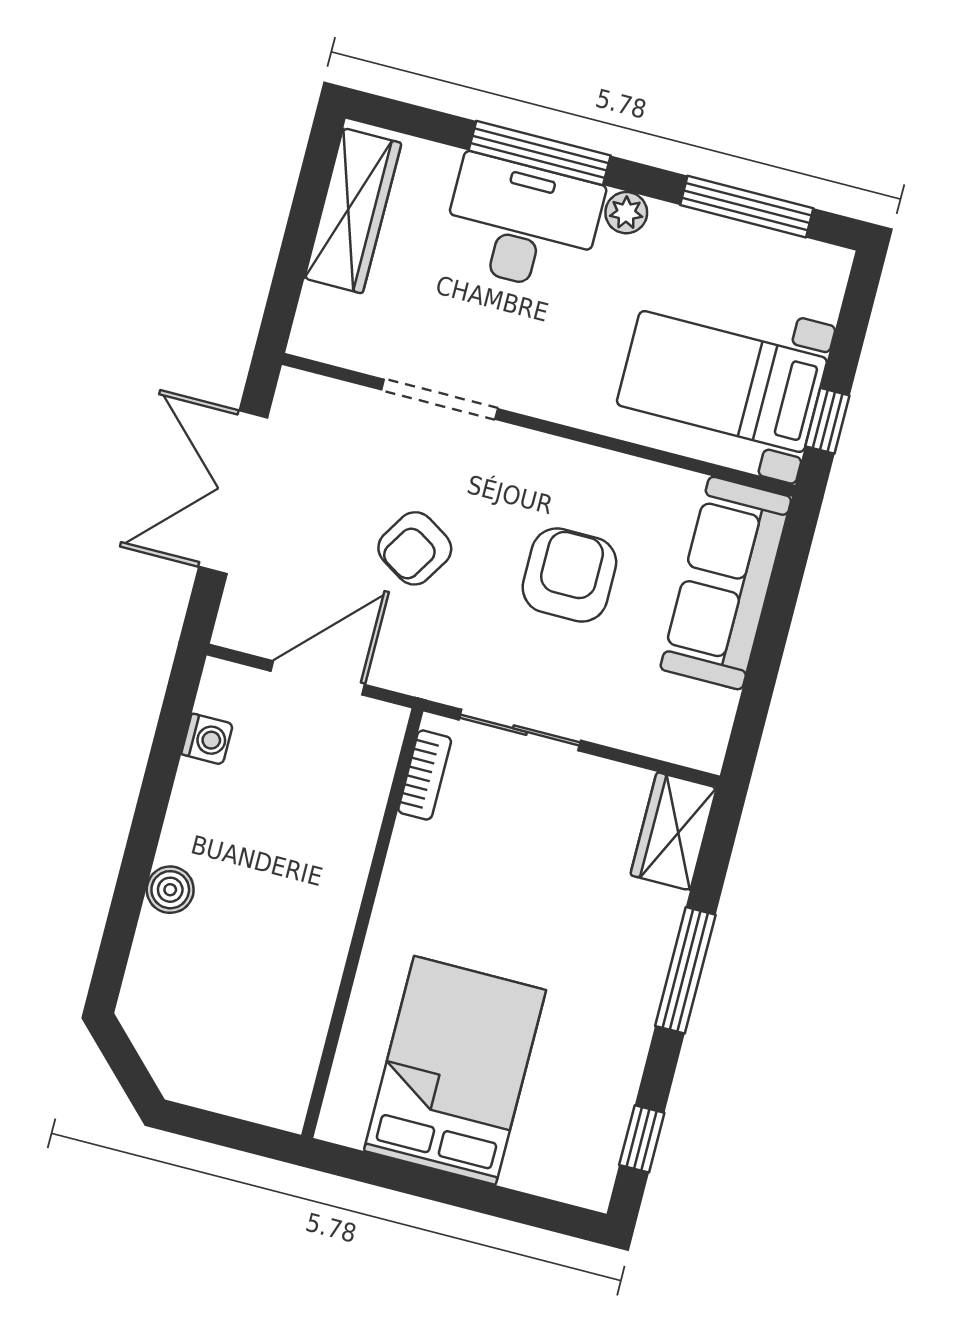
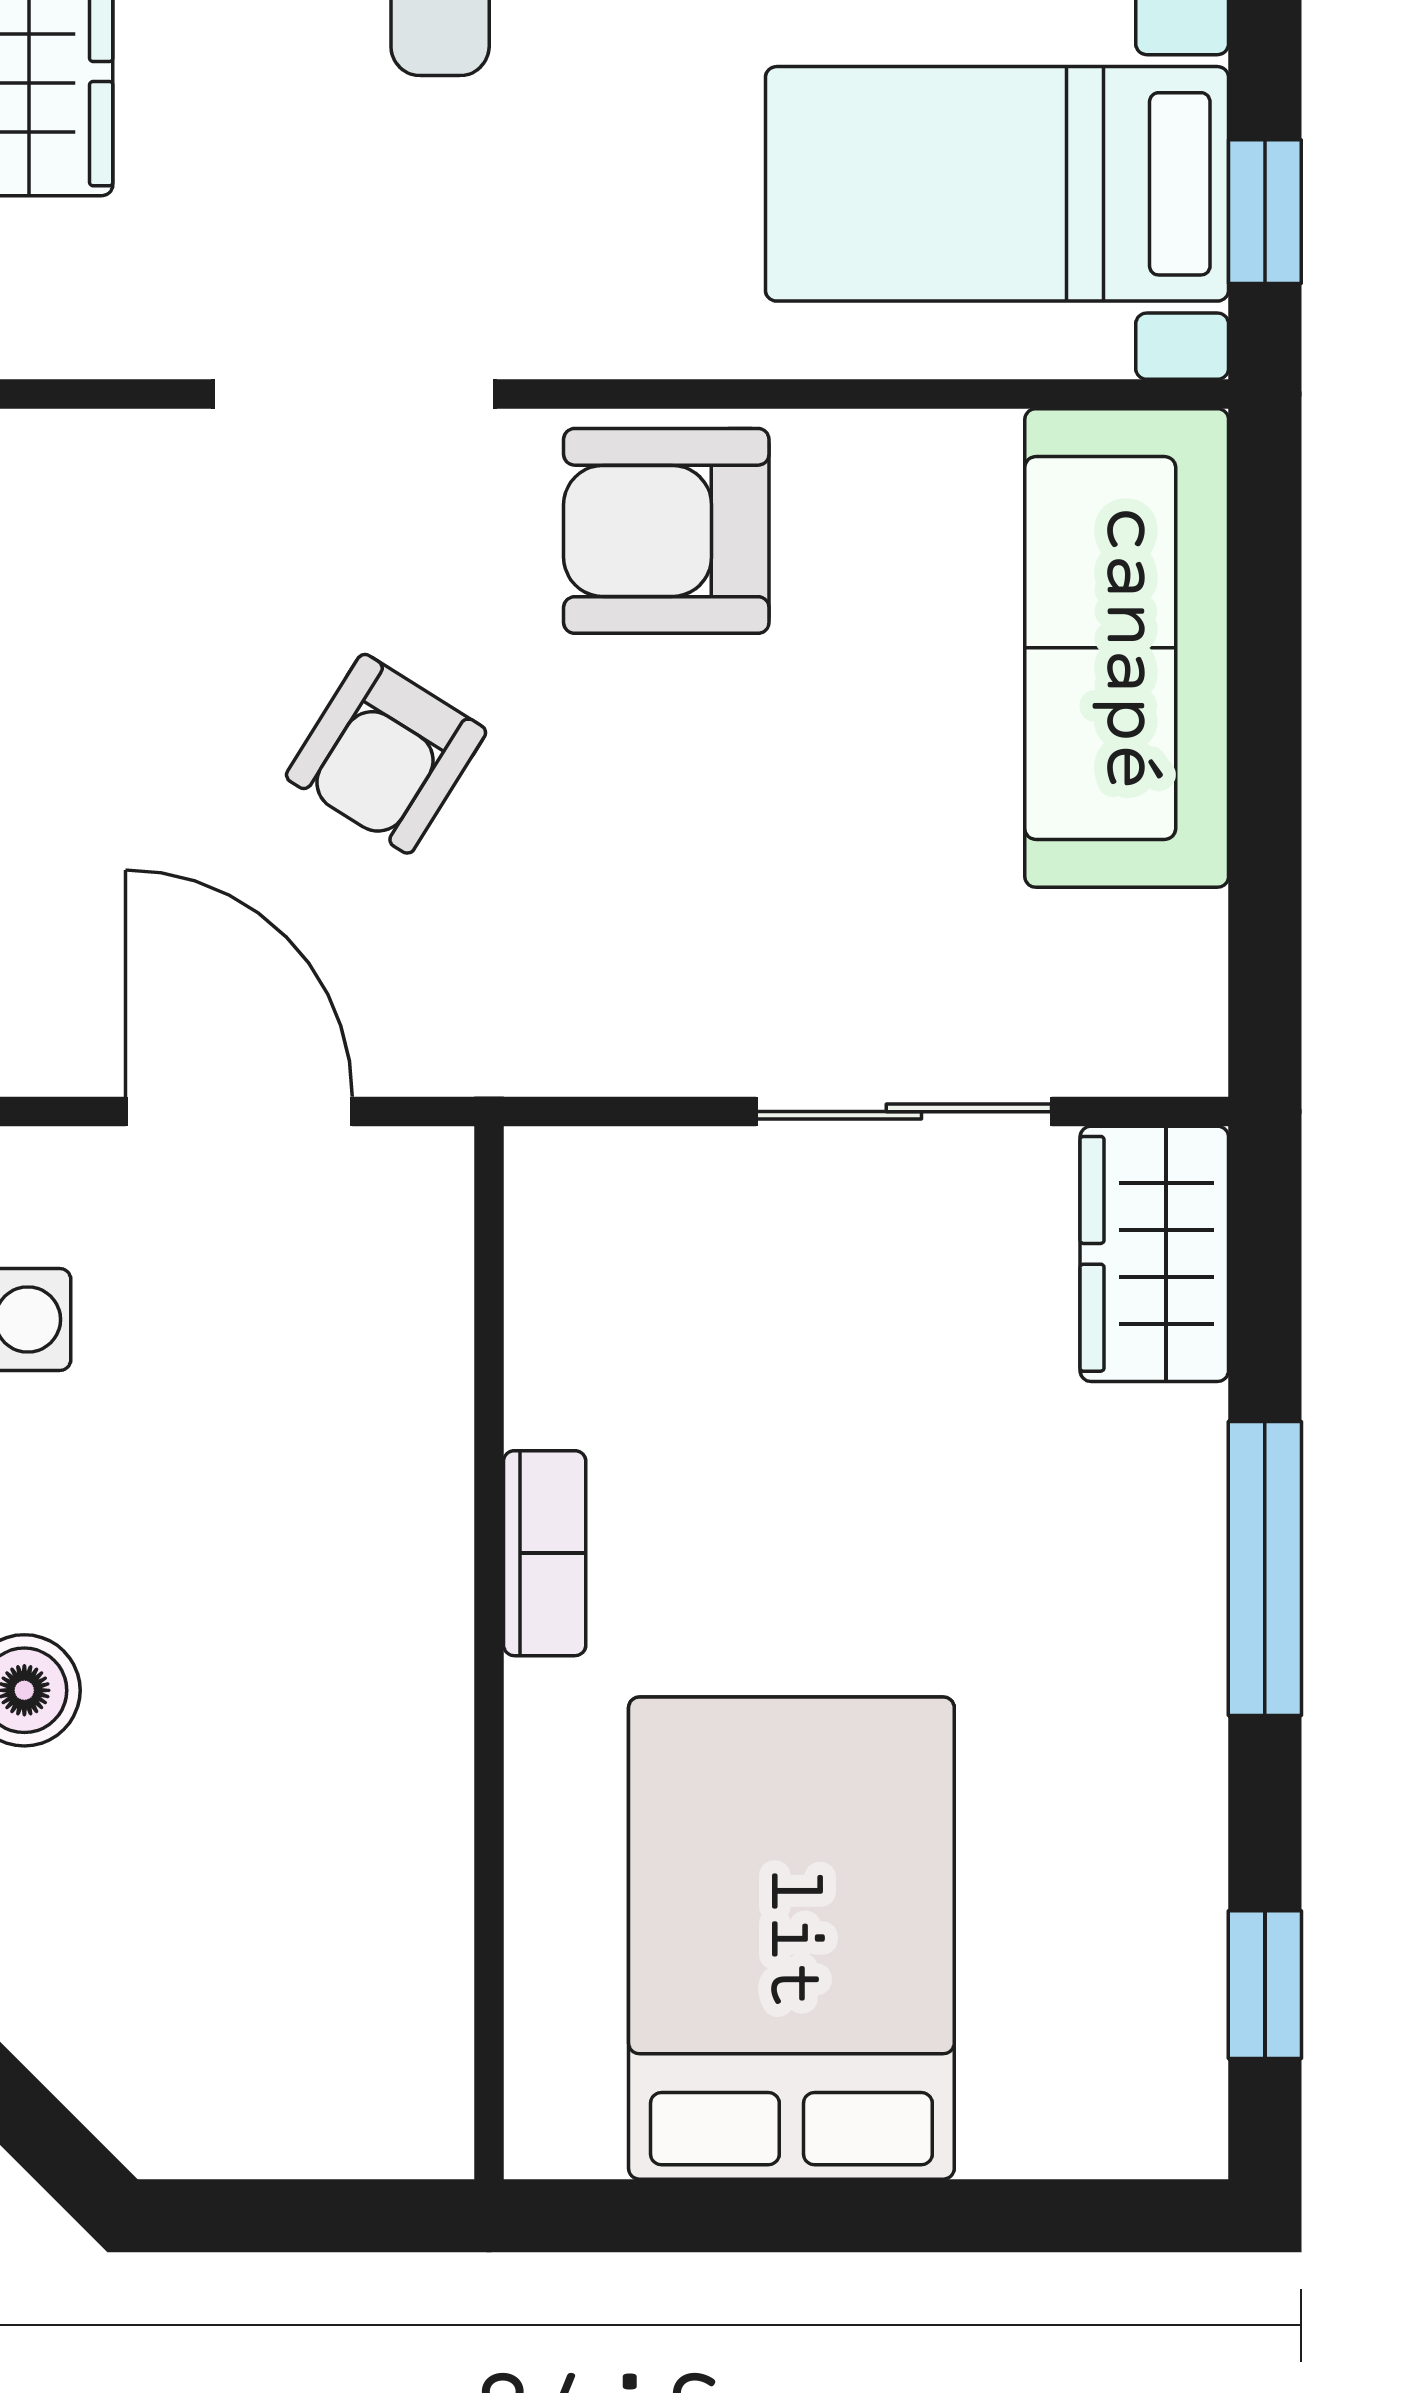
armchair: (569, 575) -> (666, 531), moved, turned -90
door: (318, 678) -> (239, 1112), hinge flipped
sliding door: (520, 730) -> (904, 1112), moved
bookcase: (425, 775) -> (545, 1553), moved

